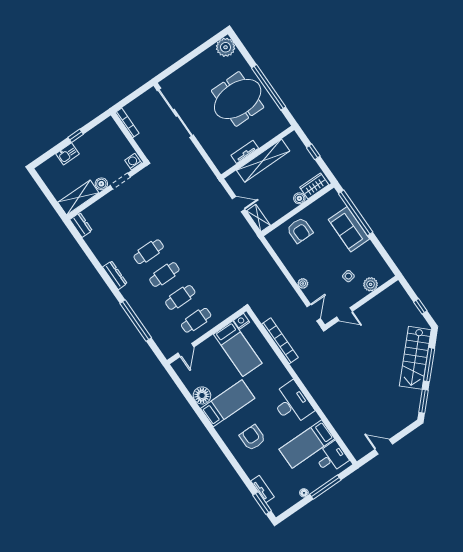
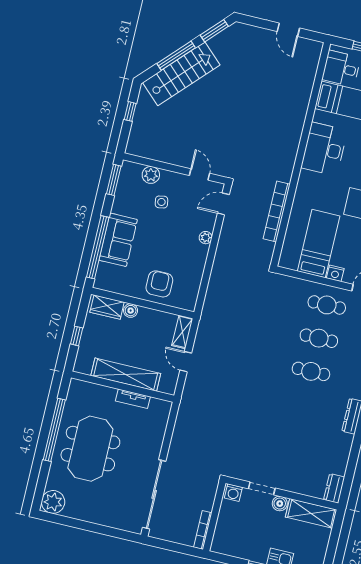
meeting table: (238, 99) -> (90, 449), turned 90
cafe table: (149, 252) -> (303, 405), removed
window: (388, 259) -> (114, 180), added
nightstand: (242, 321) -> (335, 273), moved

